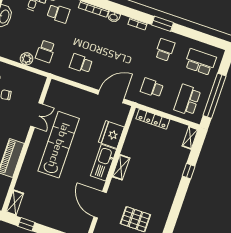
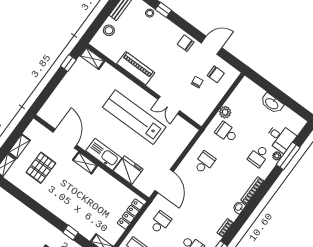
lab bench: (59, 145) -> (134, 117), turned 180
shelving: (121, 167) -> (85, 163), moved
door: (100, 205) -> (65, 139), hinge flipped

